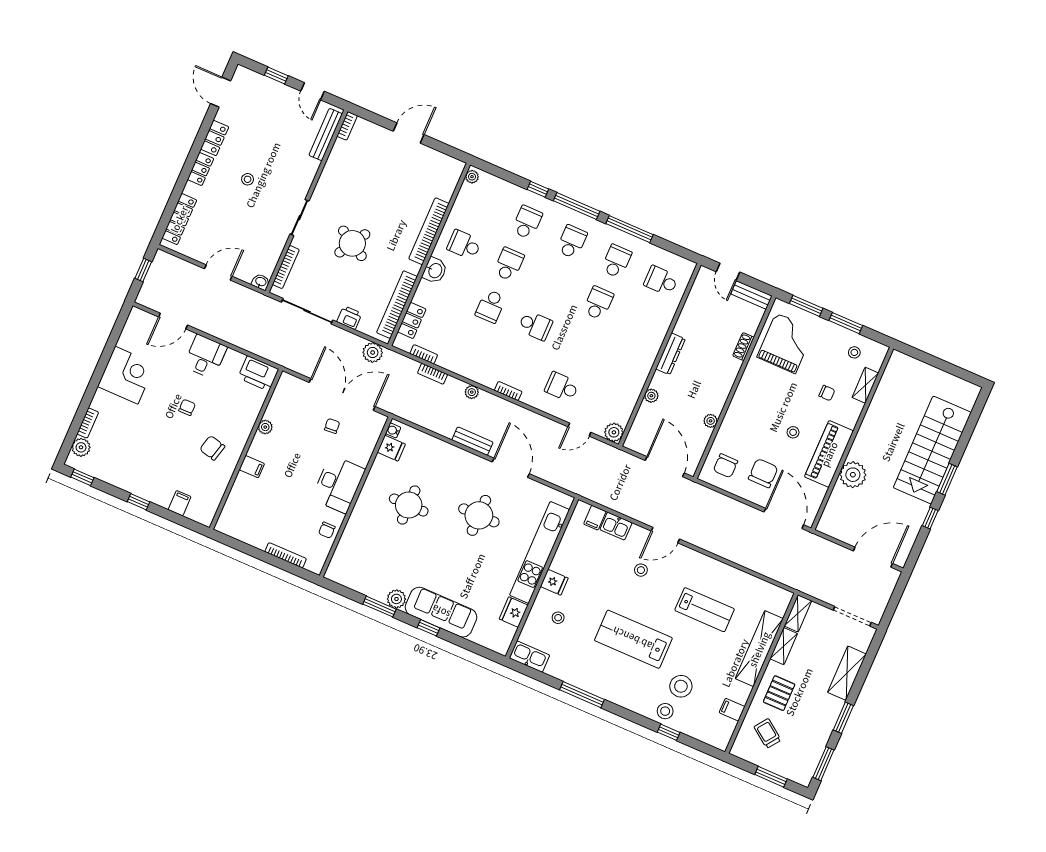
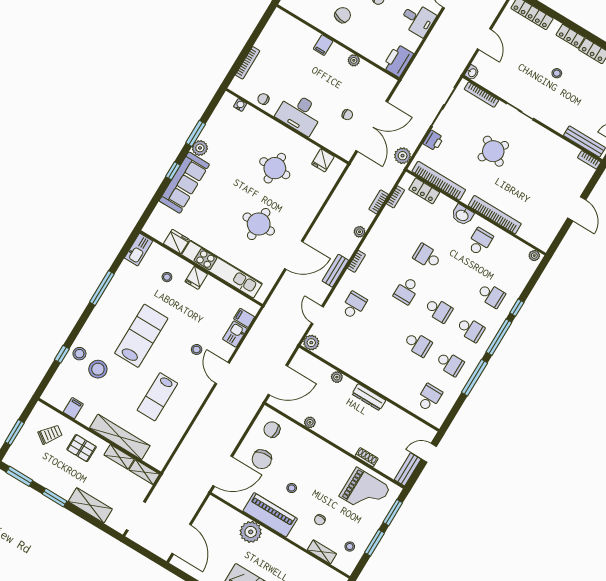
school desk: (509, 264) -> (439, 310), moved
water cooler: (393, 430) -> (240, 105), moved
bench: (472, 441) -> (335, 271), moved
chair: (763, 473) -> (262, 459), turned 81

